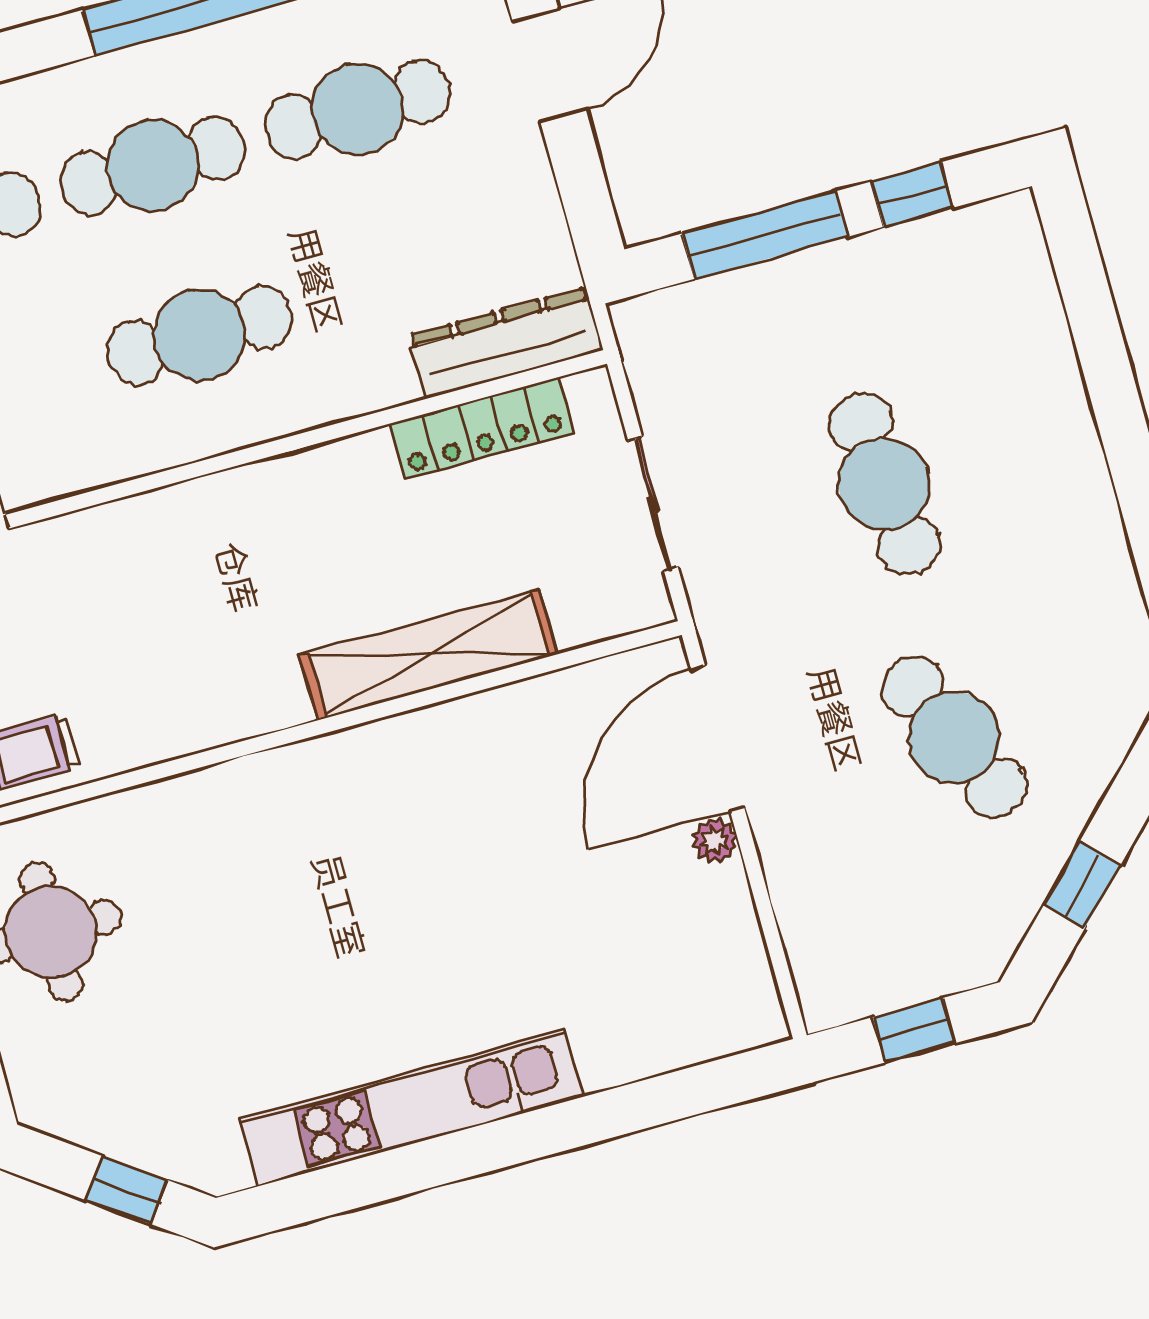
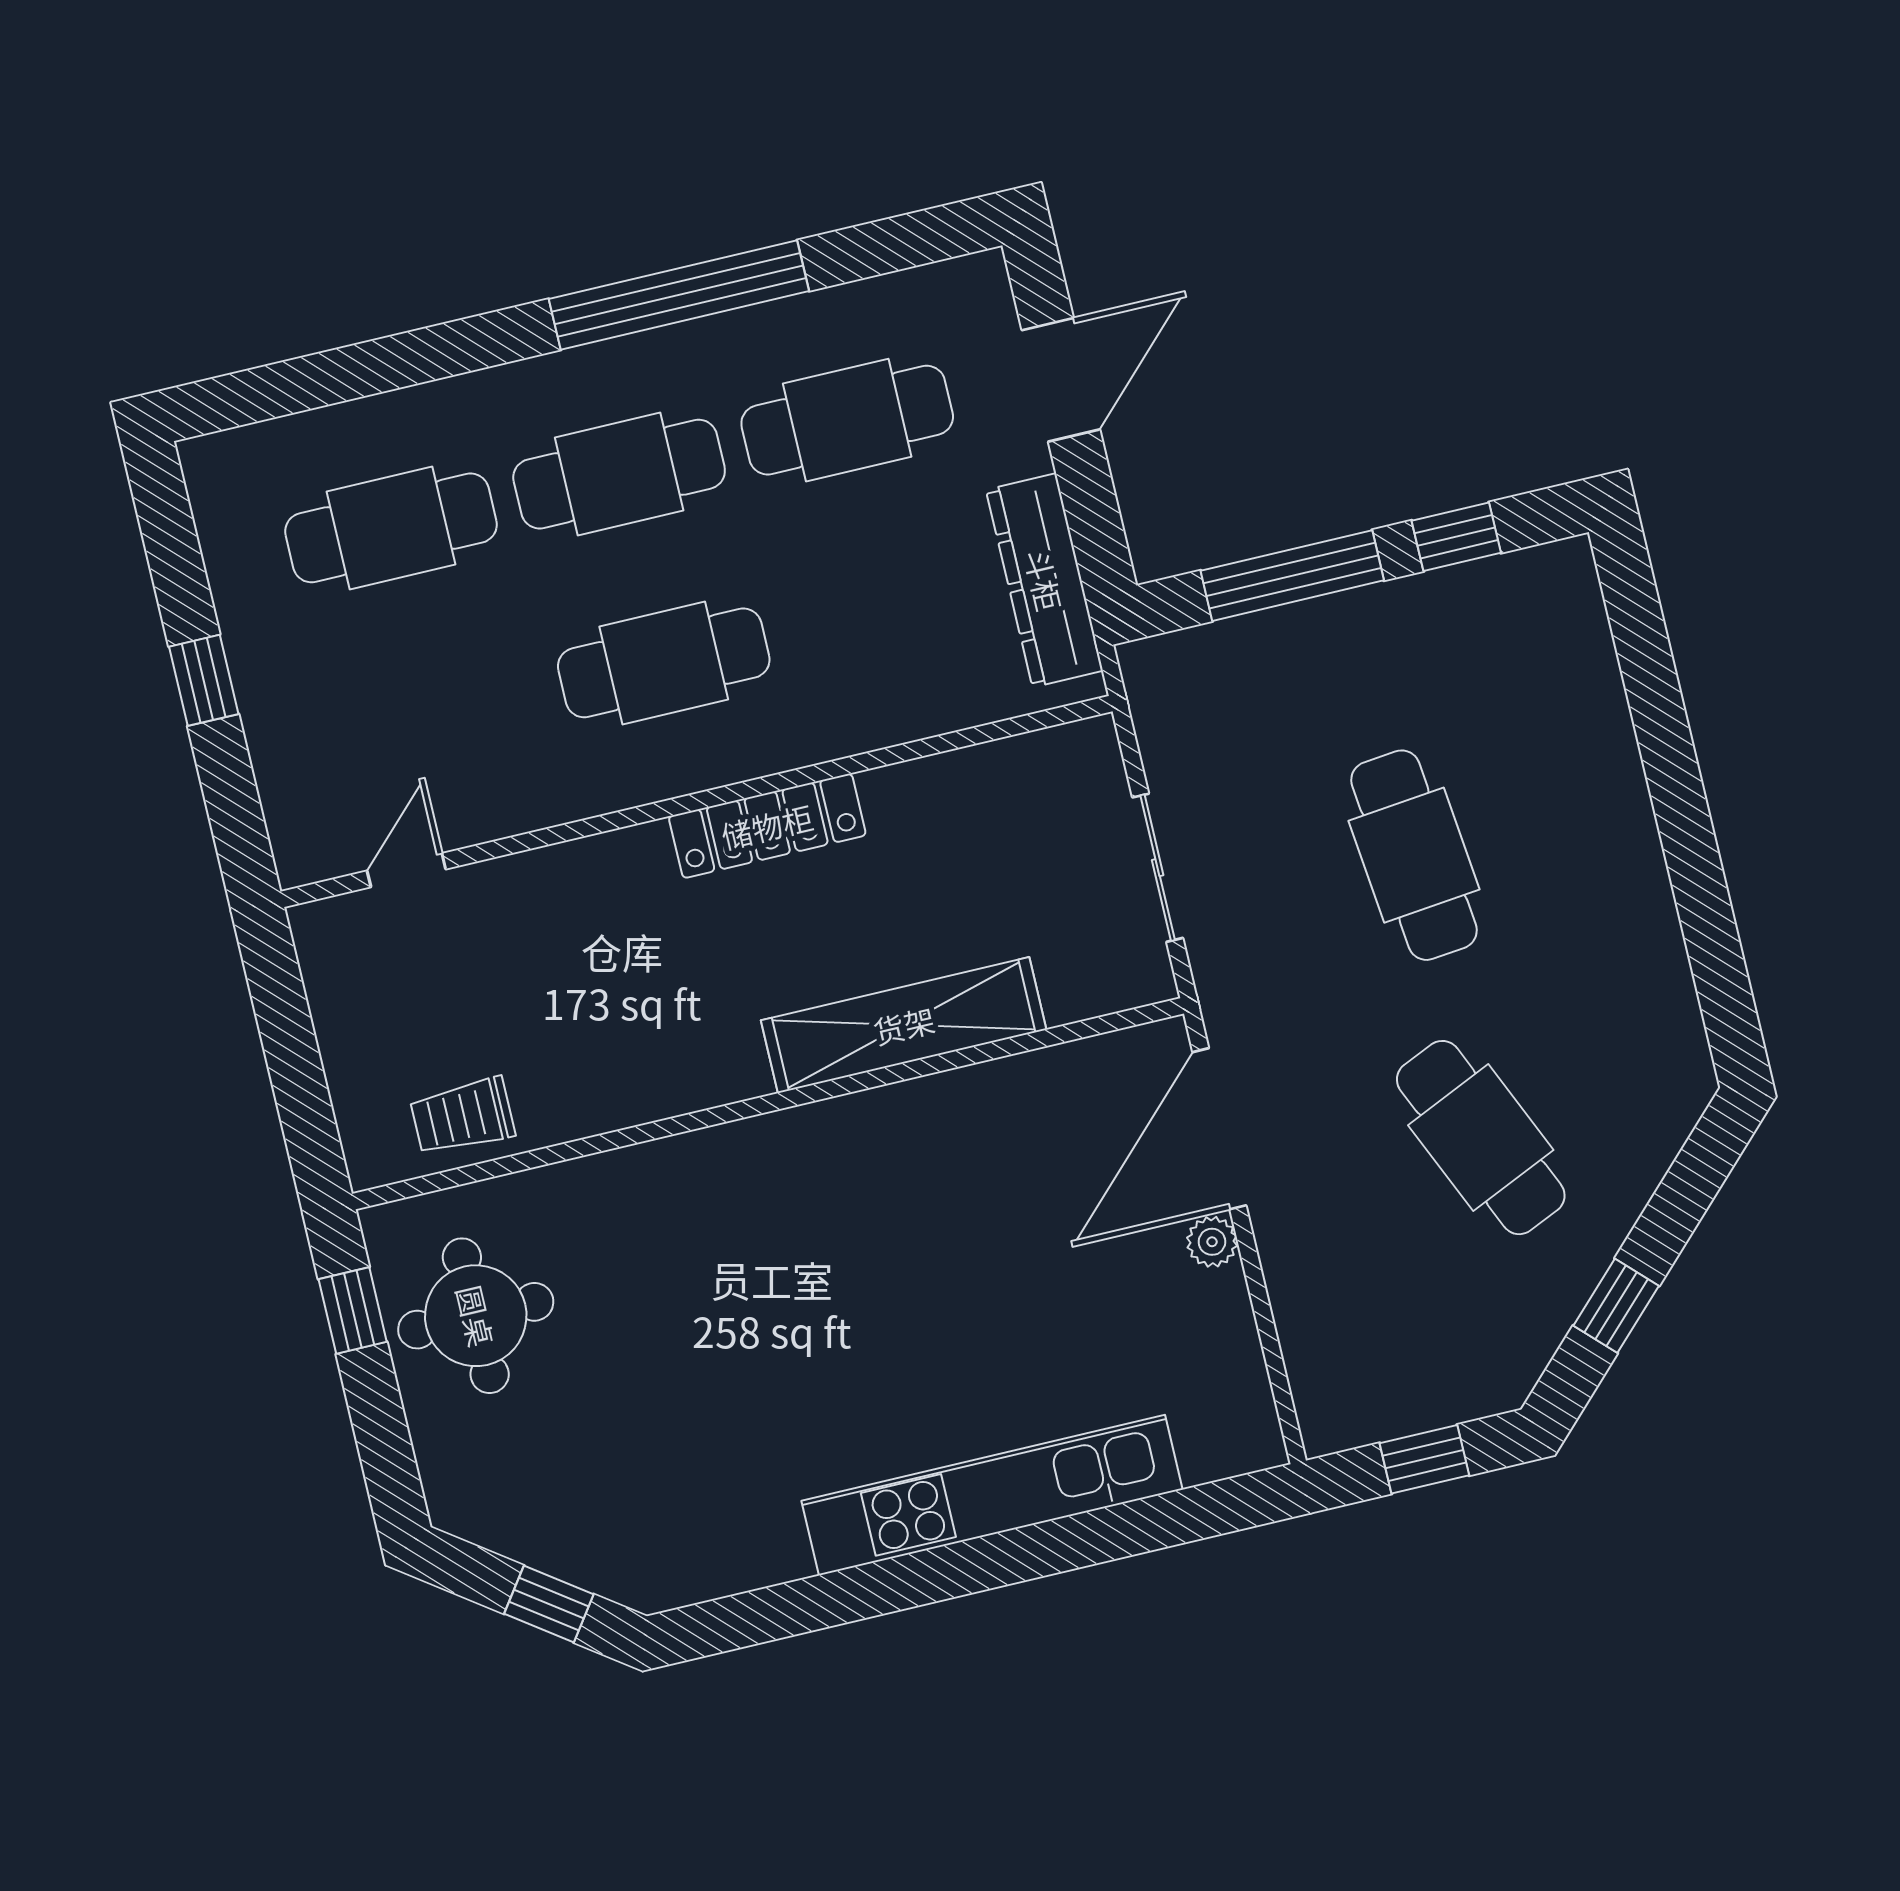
dresser: (506, 343) -> (1044, 580), moved, turned -90
locker: (481, 429) -> (767, 826), moved
kitchen unit: (412, 1108) -> (992, 1495), moved

